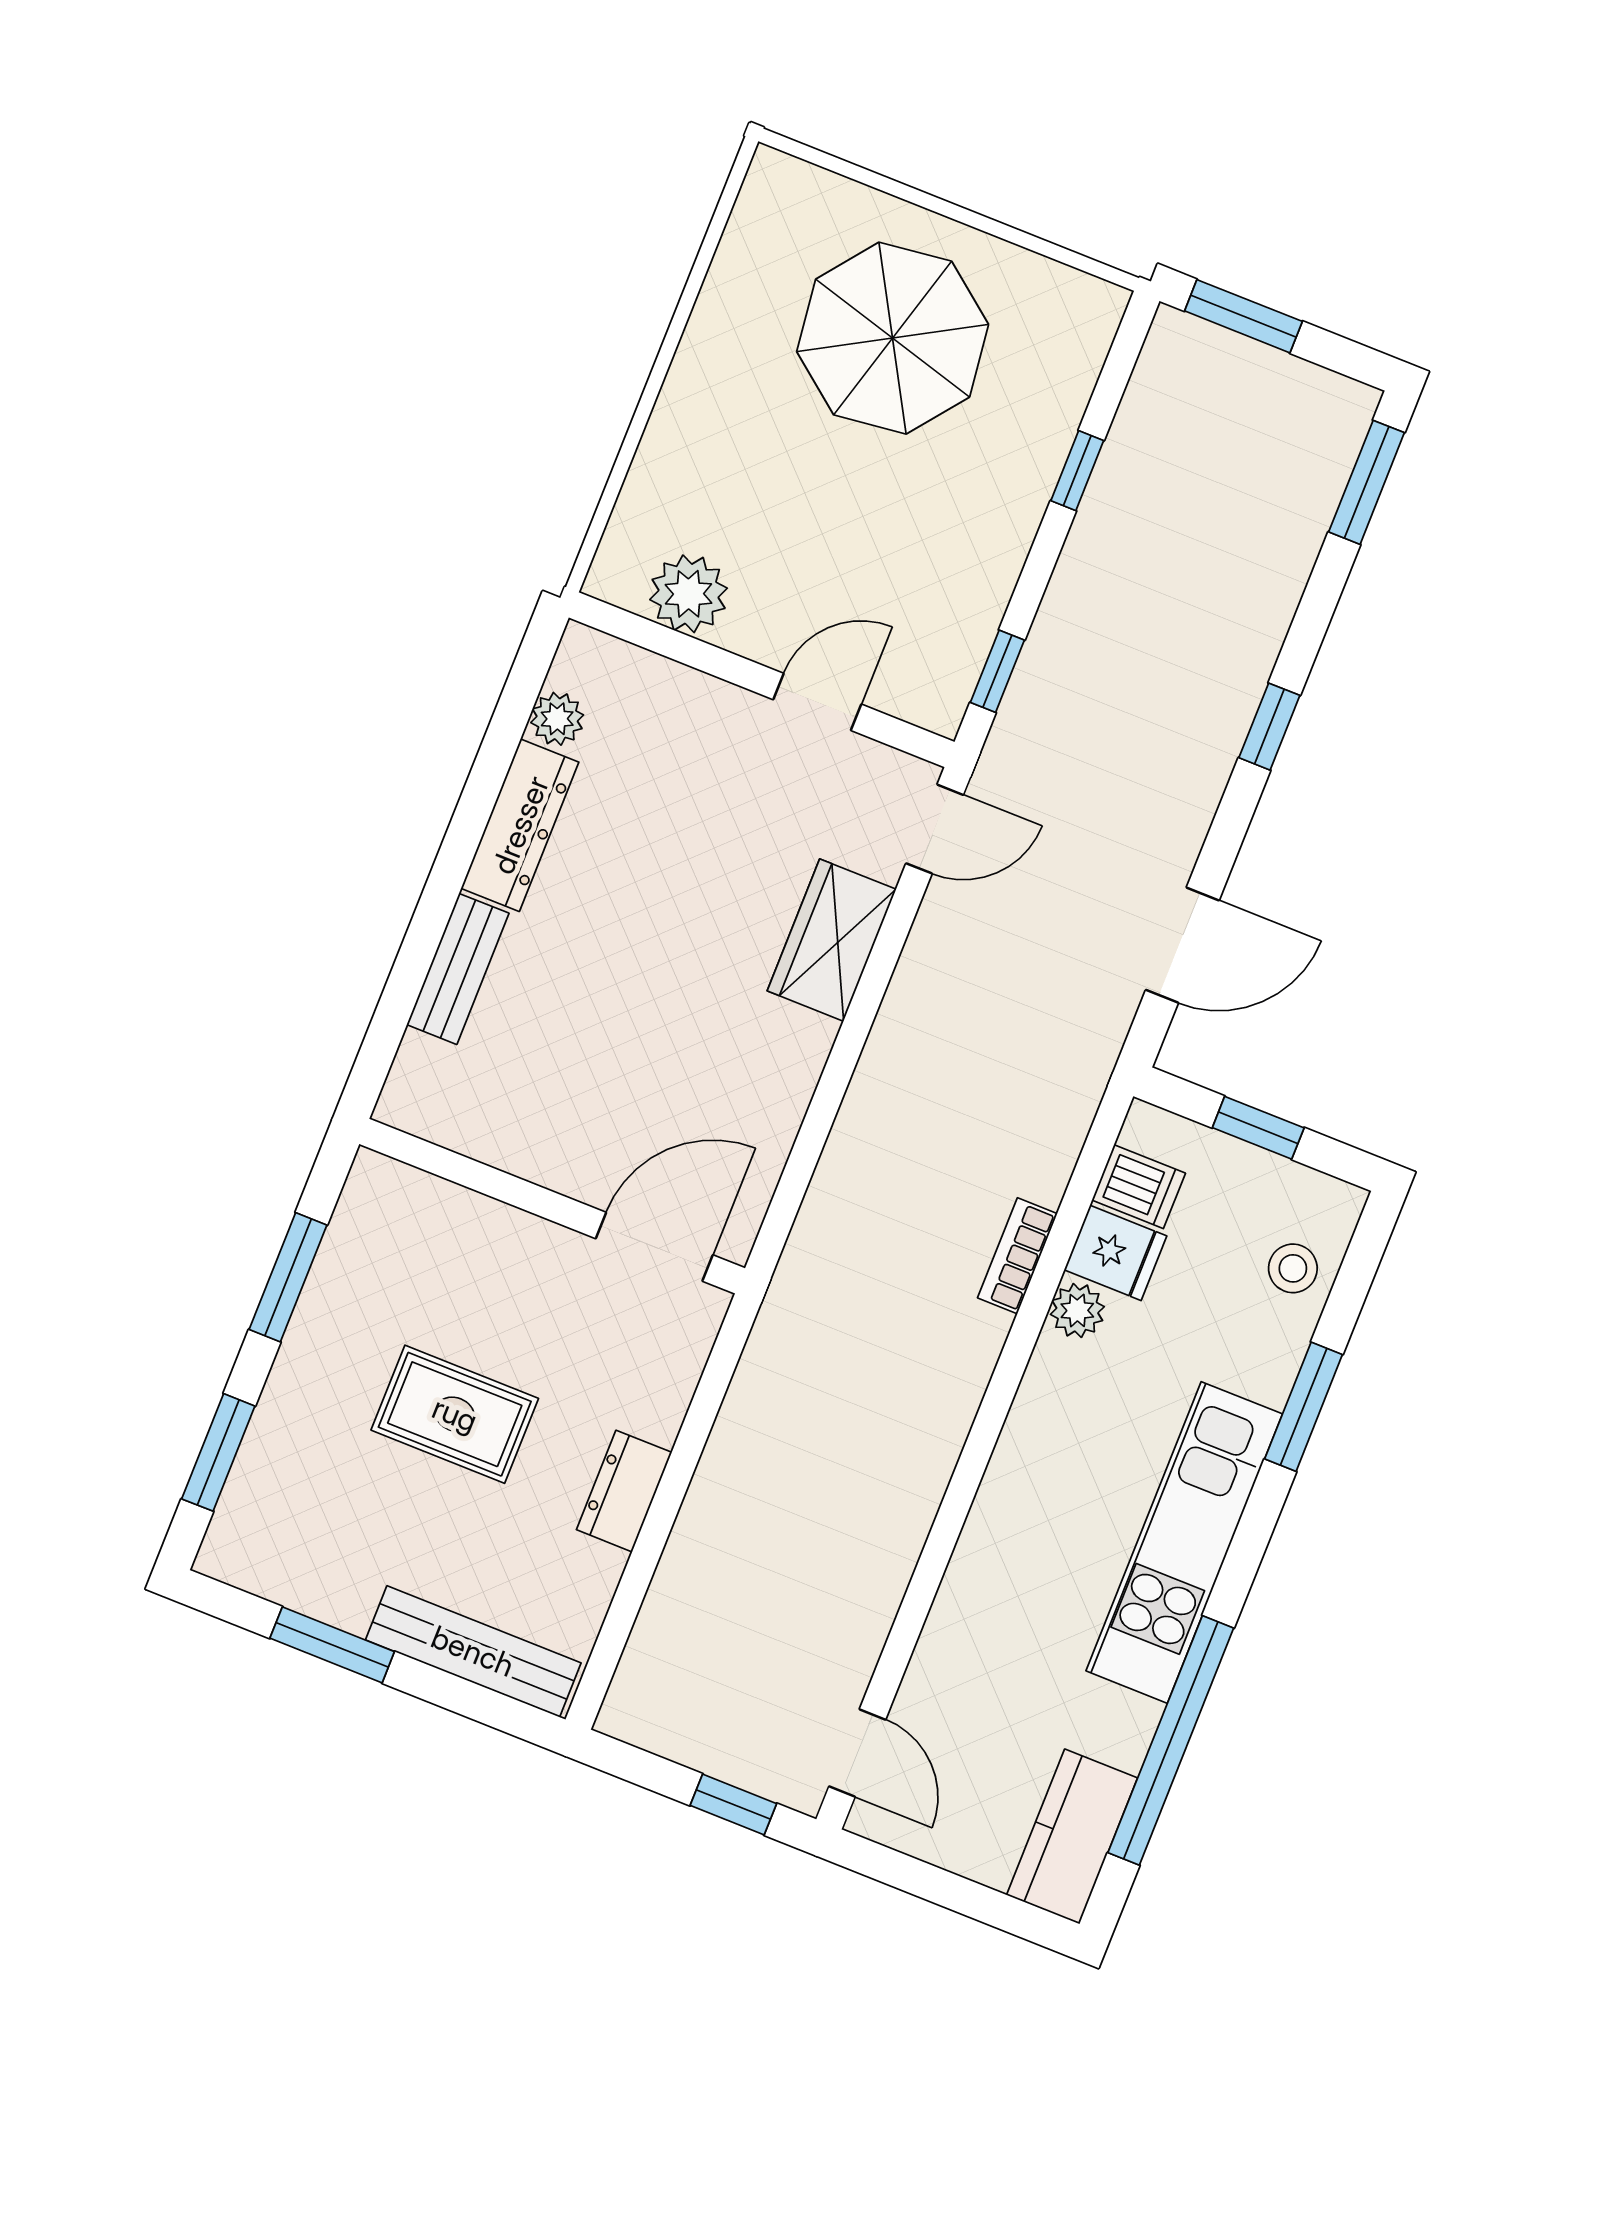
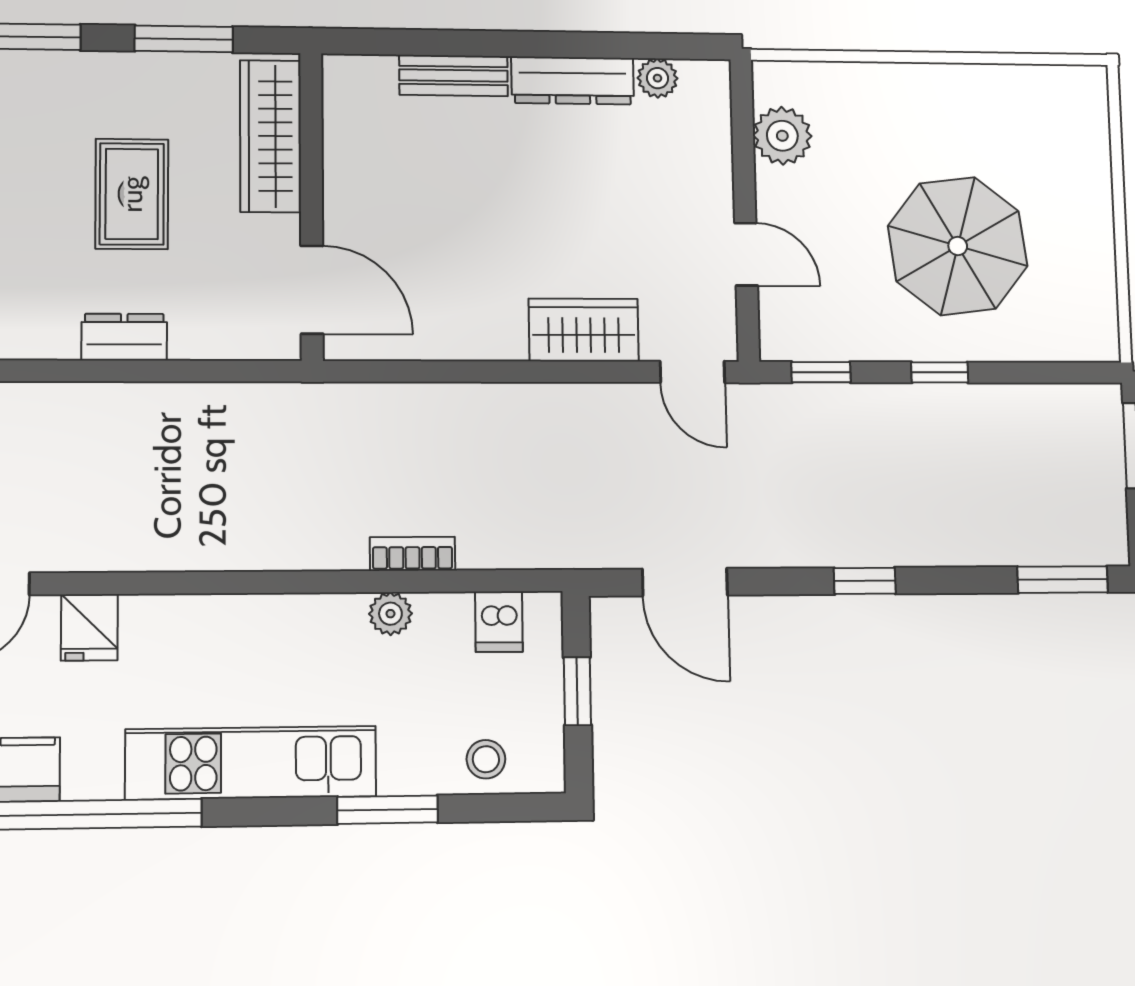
parasol: (893, 338) -> (958, 246), moved
window: (1077, 471) -> (940, 372), moved
wardrobe: (448, 1221) -> (271, 136), added
fridge: (1115, 1253) -> (89, 627), moved

